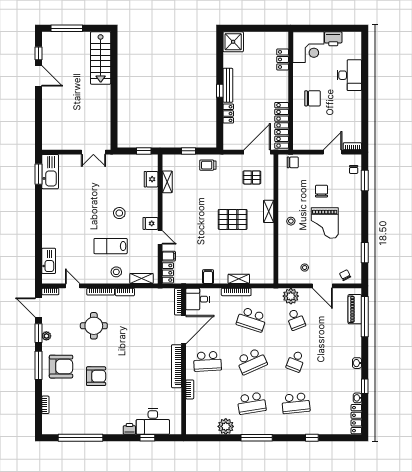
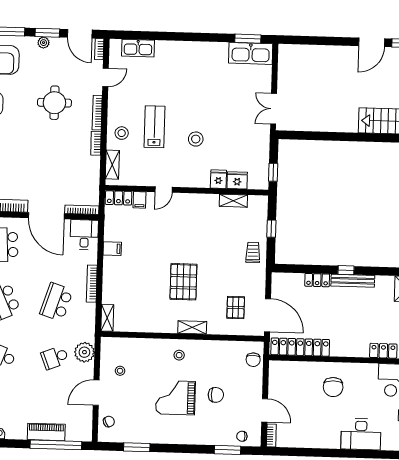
fridge: (150, 223) -> (218, 179), moved
shelving: (239, 279) -> (107, 318), moved
door: (39, 307) -> (80, 34), swing flipped
piano: (355, 309) -> (46, 432), moved

